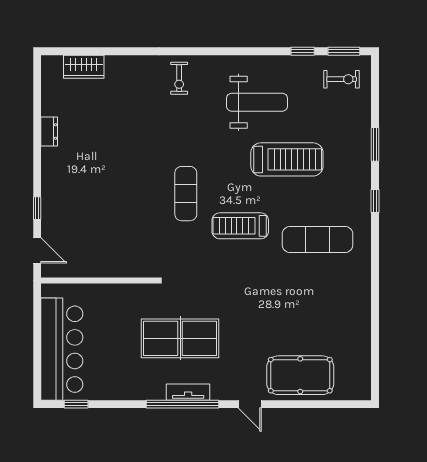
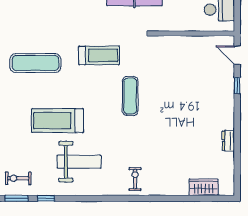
weight bench: (257, 102) -> (79, 162), turned 180
treadmill: (240, 226) -> (99, 55), moved

